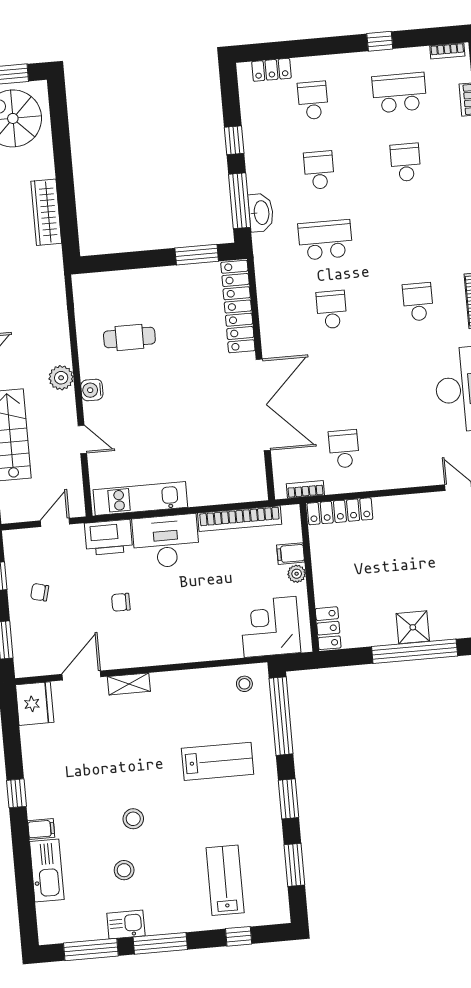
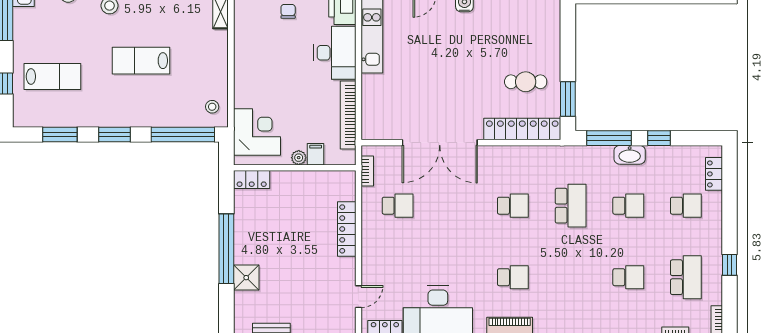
washbasin: (261, 213) -> (630, 155), moved
cafe table: (129, 337) -> (526, 82), moved, turned 90
locker: (340, 511) -> (347, 229), moved
shower: (413, 627) -> (246, 278), moved
lab bench: (218, 761) -> (141, 61), moved, turned 90

